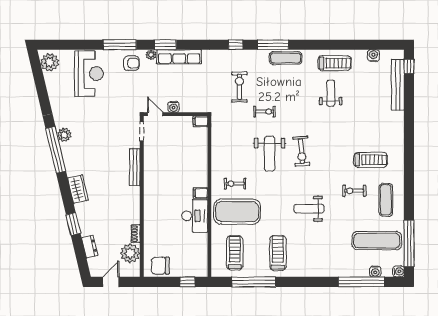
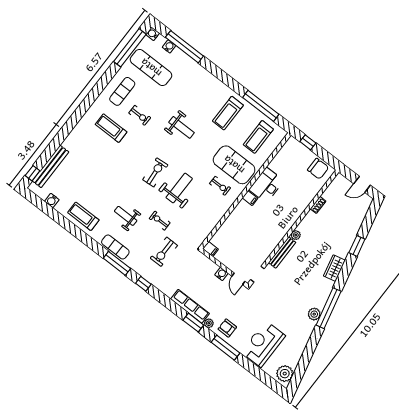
weight bench: (331, 93) -> (126, 216), moved, turned 90
dresser: (90, 247) -> (358, 221), removed
plant: (130, 253) -> (296, 235), moved, width x0.53, depth x0.53

